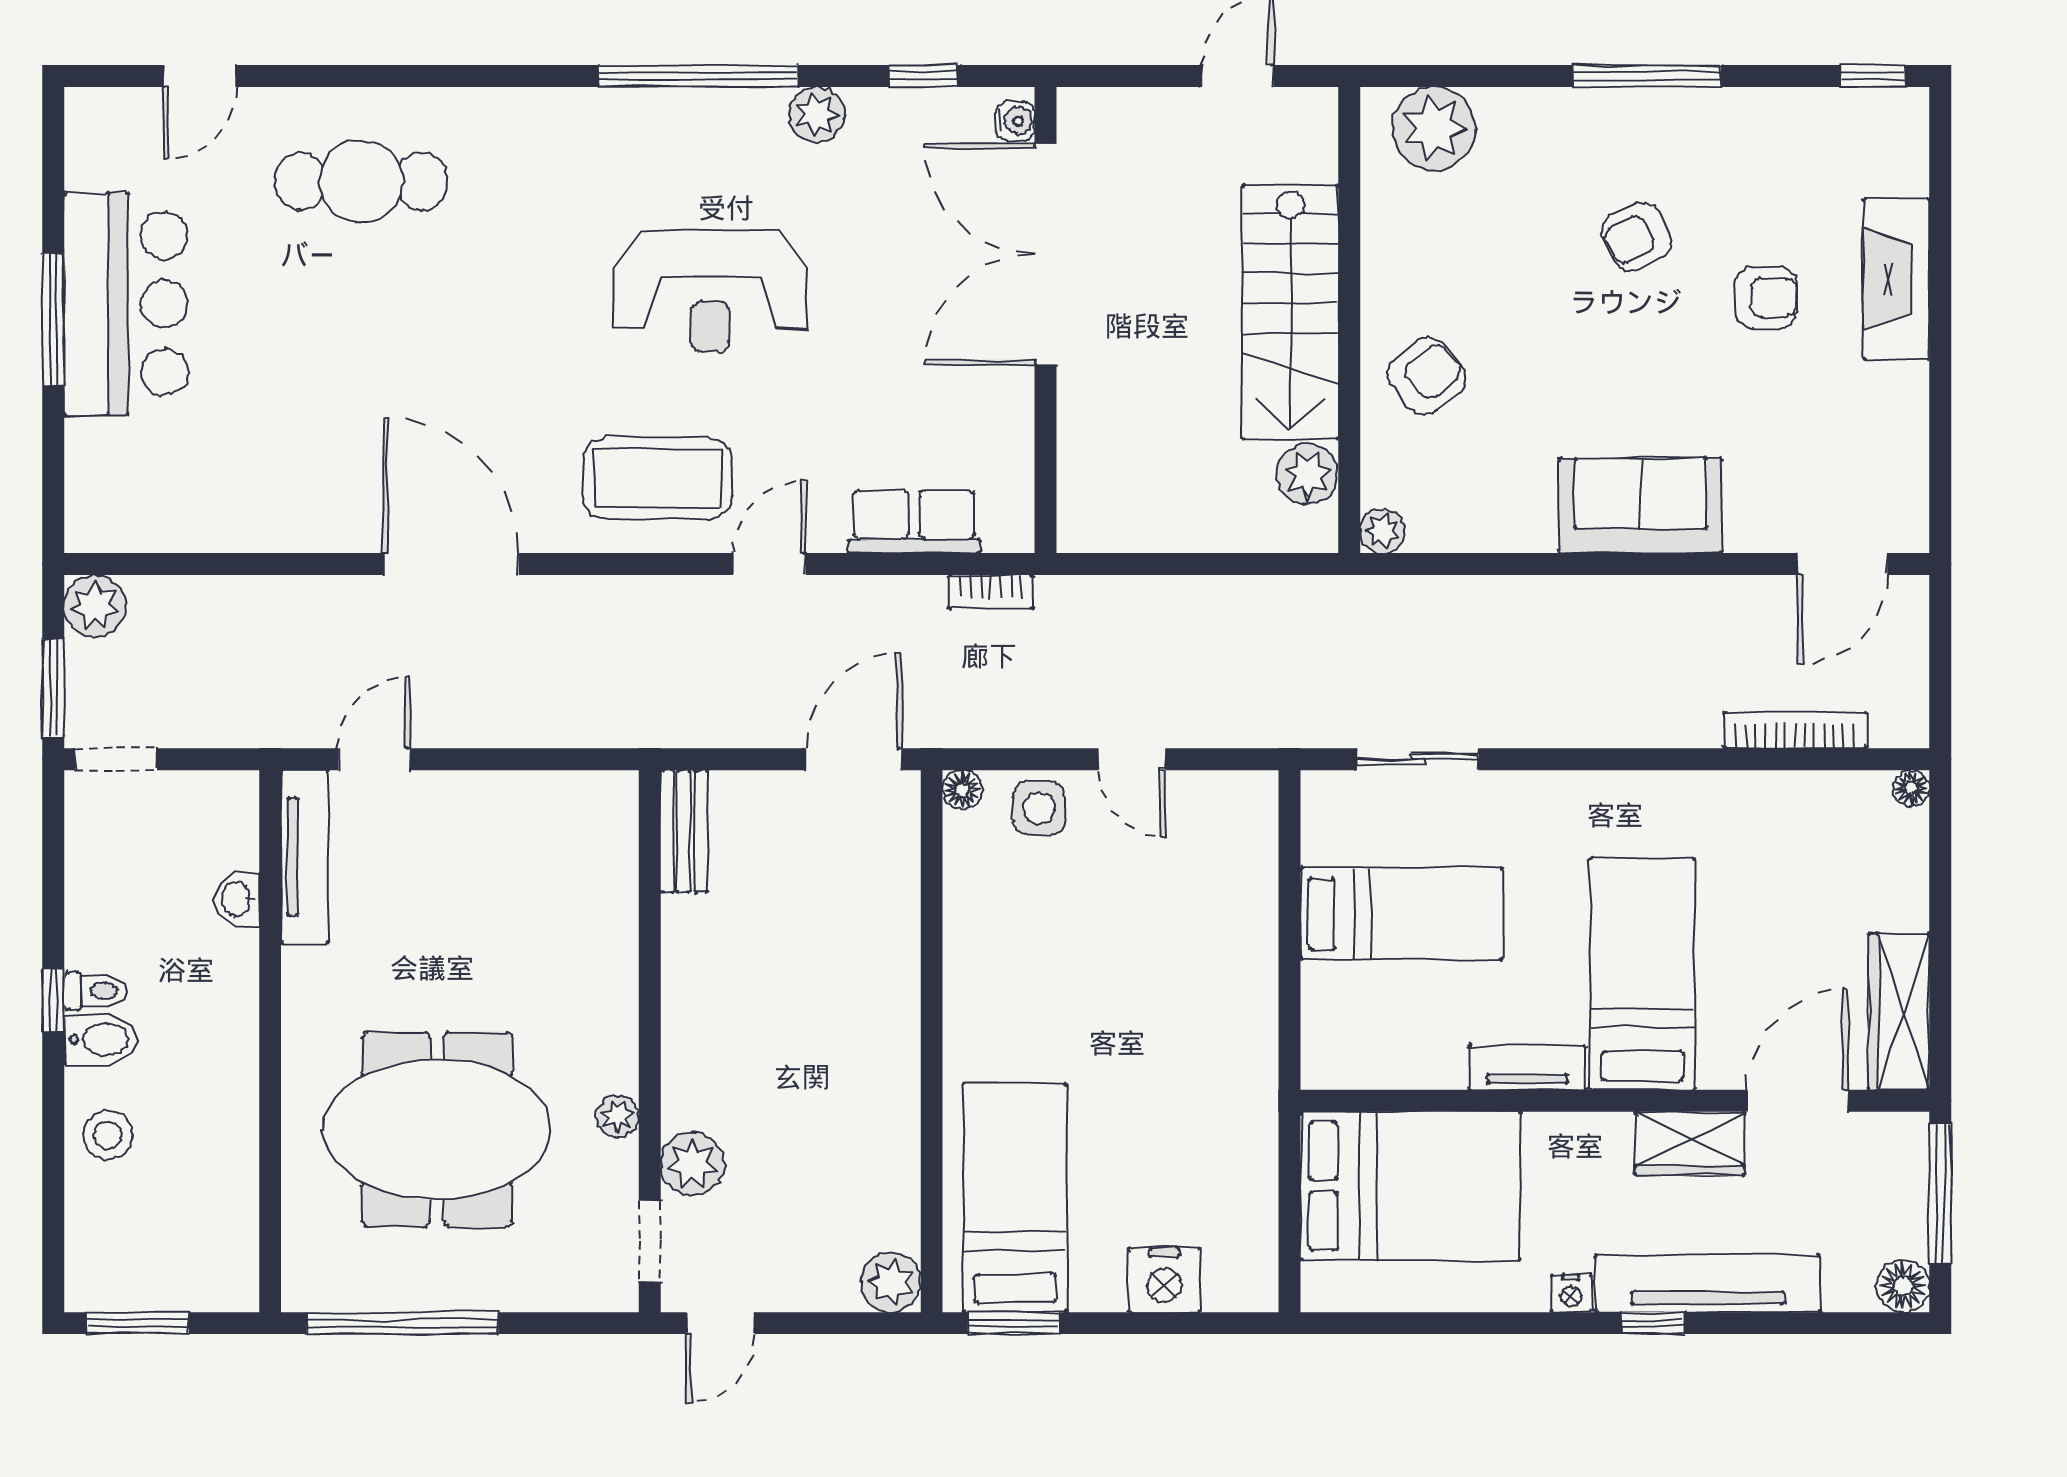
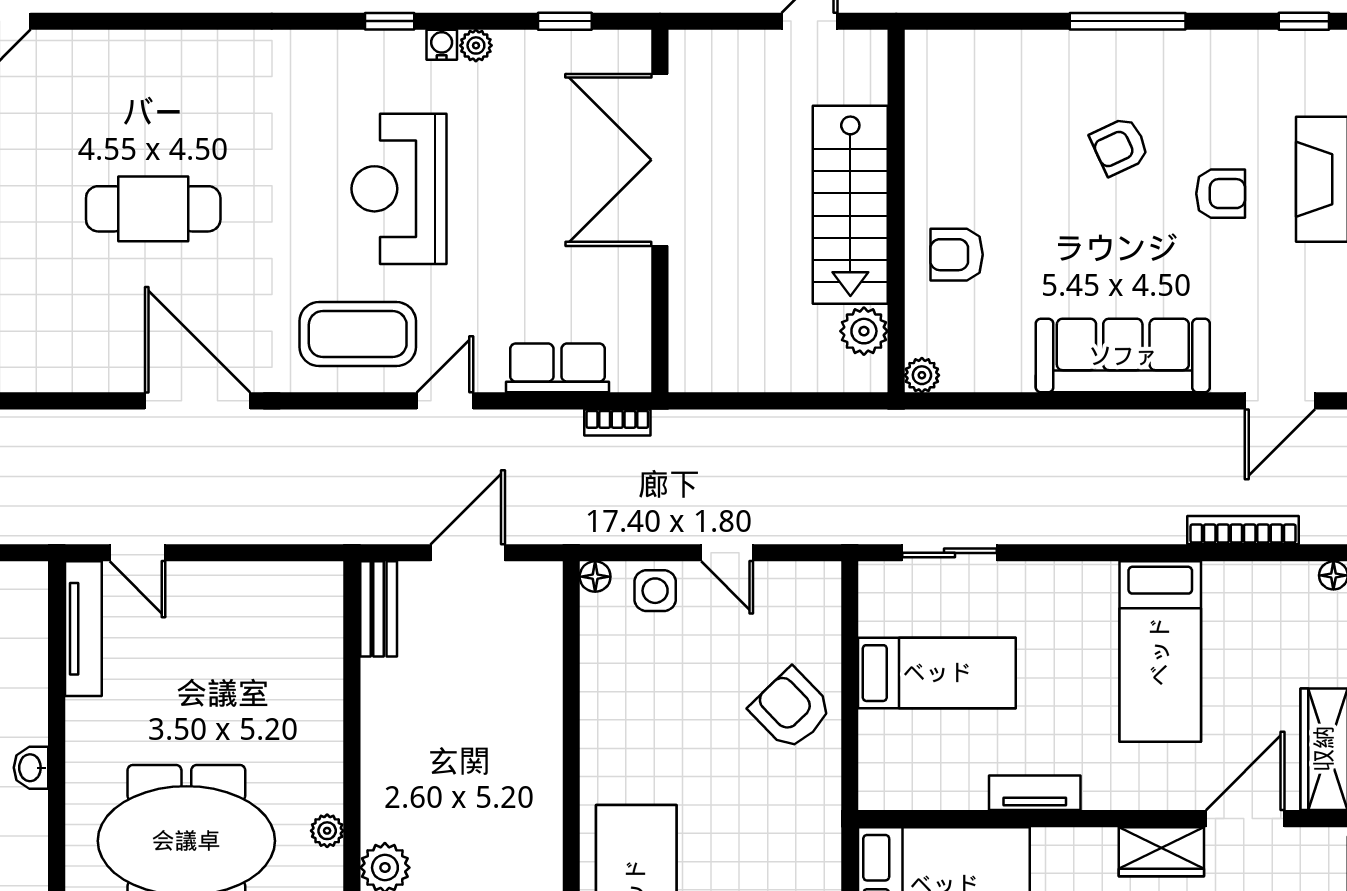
window: (698, 76) -> (390, 21), width x0.32
plant: (817, 115) -> (476, 45), width x0.73, depth x0.73
water cooler: (1015, 121) -> (442, 45), moved, turned -90
plant: (1434, 128) -> (962, 62), removed
cafe table: (361, 181) -> (153, 209), moved
reception desk: (710, 291) -> (399, 189), turned 90
armchair: (1427, 376) -> (957, 255), turned -141
sofa: (1640, 506) -> (1123, 356), width x1.36
door: (374, 759) -> (138, 553), swing flipped
door: (854, 759) -> (468, 553), moved
washbasin: (237, 899) -> (31, 768), moved
armchair: (1214, 960) -> (791, 709), added
bed: (1643, 974) -> (1160, 652), moved, turned 180

